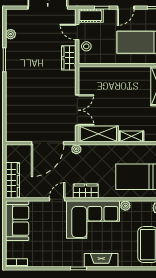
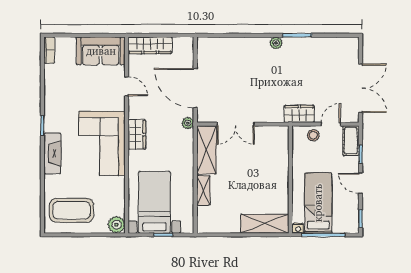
plant: (11, 34) -> (276, 43), moved
door: (57, 199) -> (127, 86), moved
plant: (125, 206) -> (119, 183), removed

